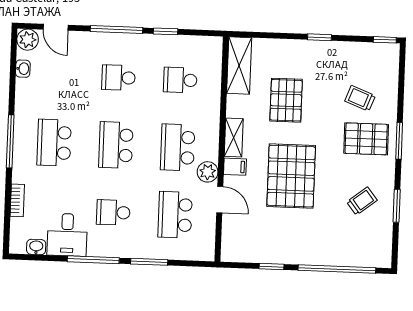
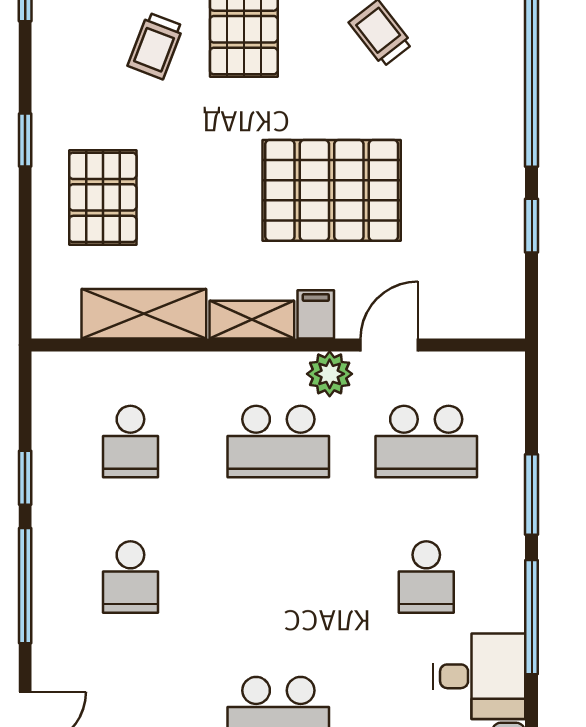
shelving: (239, 66) -> (144, 314), moved
pallet: (286, 100) -> (103, 197), moved, turned 90
school desk: (116, 145) -> (278, 577), removed

